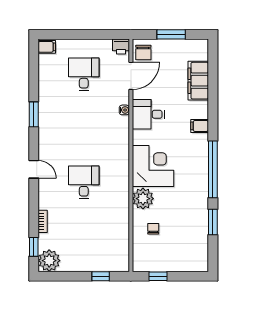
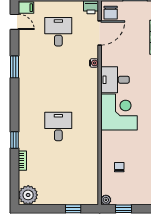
desk: (148, 114) -> (115, 80), moved
door: (34, 169) -> (14, 22), moved
plant: (143, 199) -> (106, 200), moved, width x0.53, depth x0.53
window: (34, 247) -> (14, 140), moved

